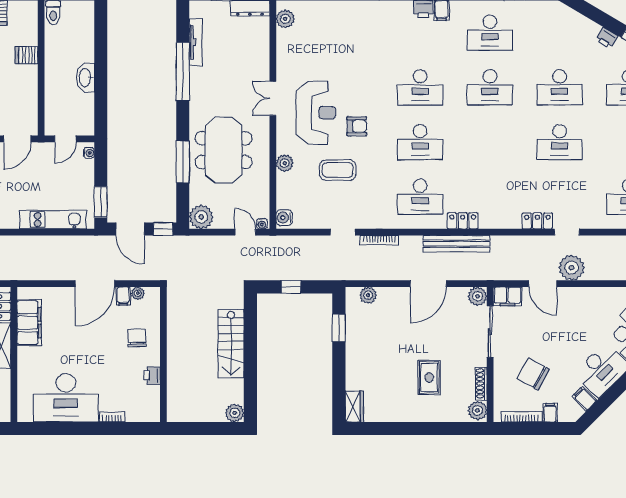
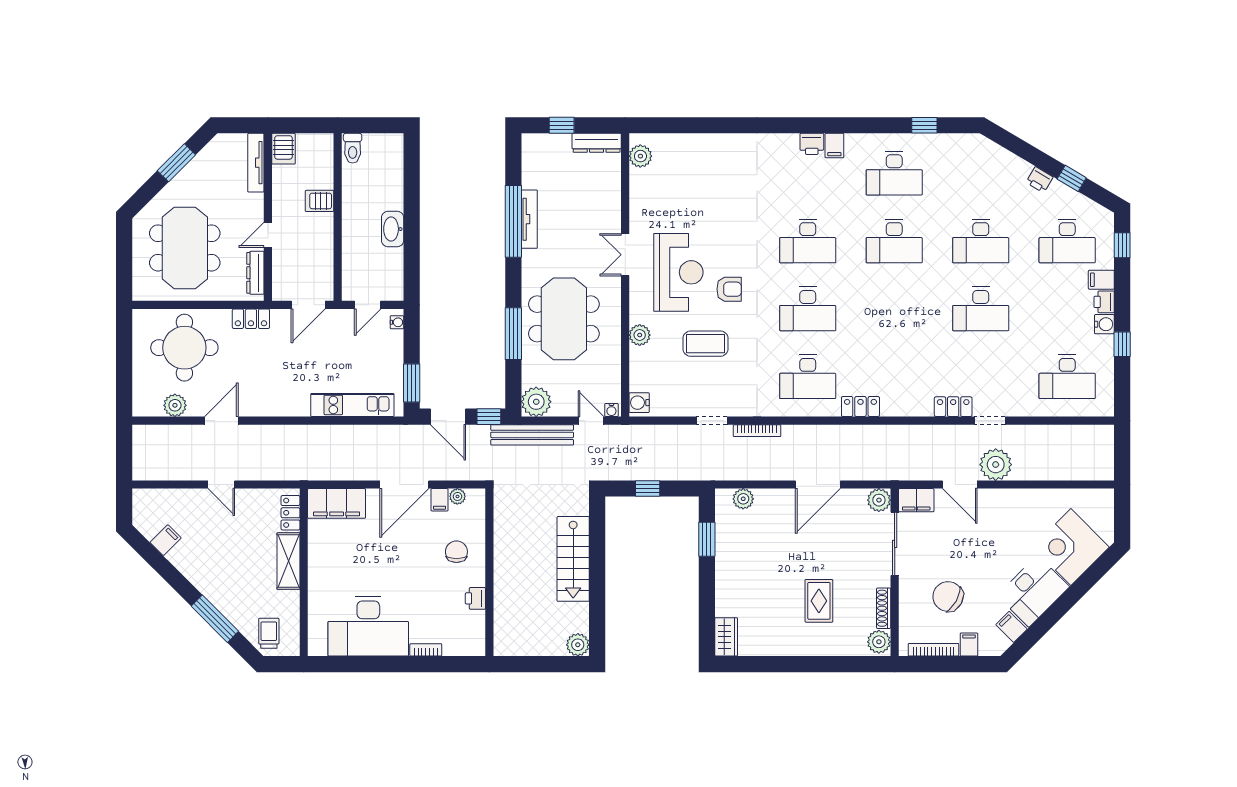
tv unit: (196, 42) -> (529, 219), moved
bench: (457, 244) -> (532, 435), moved
filing cabinet: (29, 323) -> (337, 503), moved, turned 90

